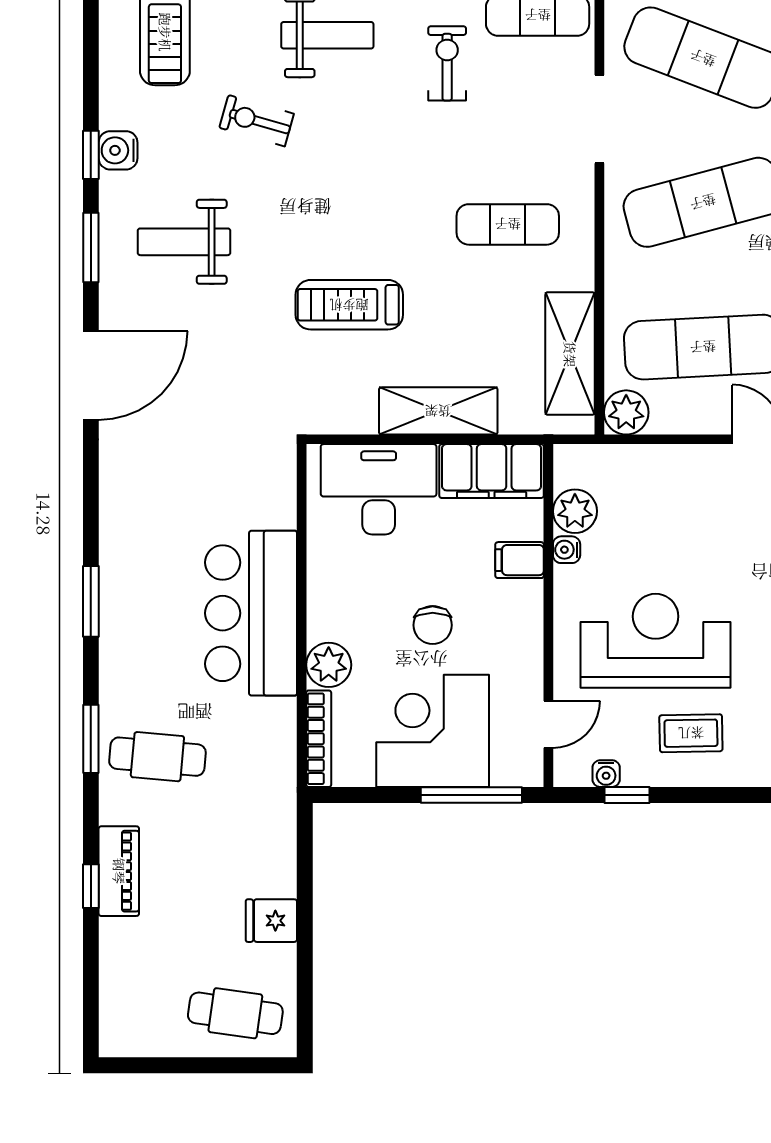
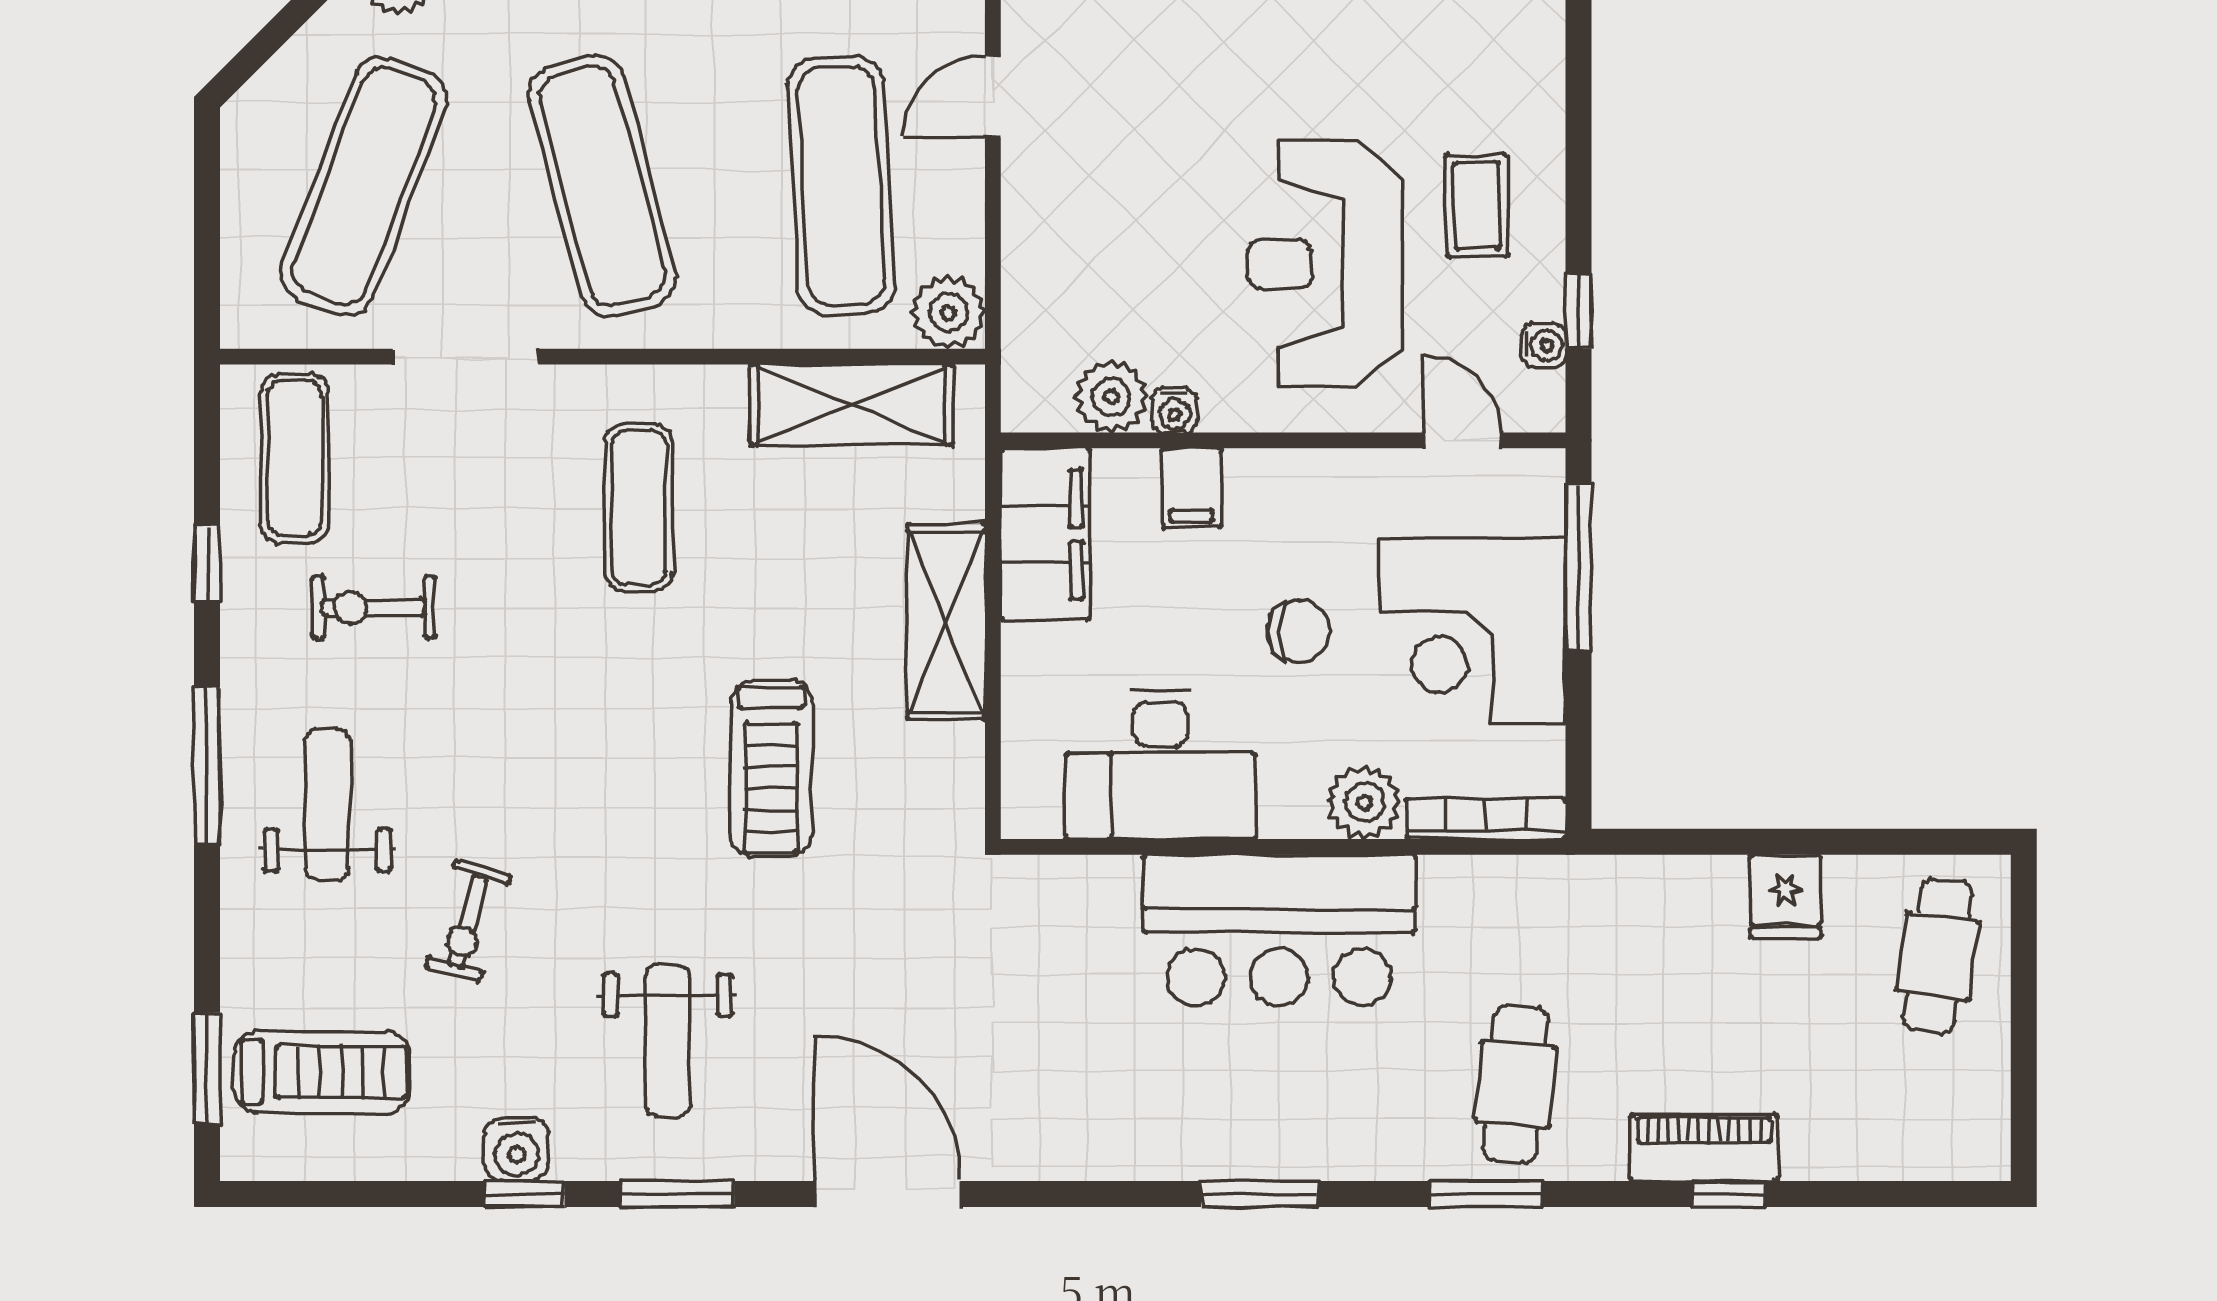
desk: (379, 489) -> (1161, 765), moved, turned -90

